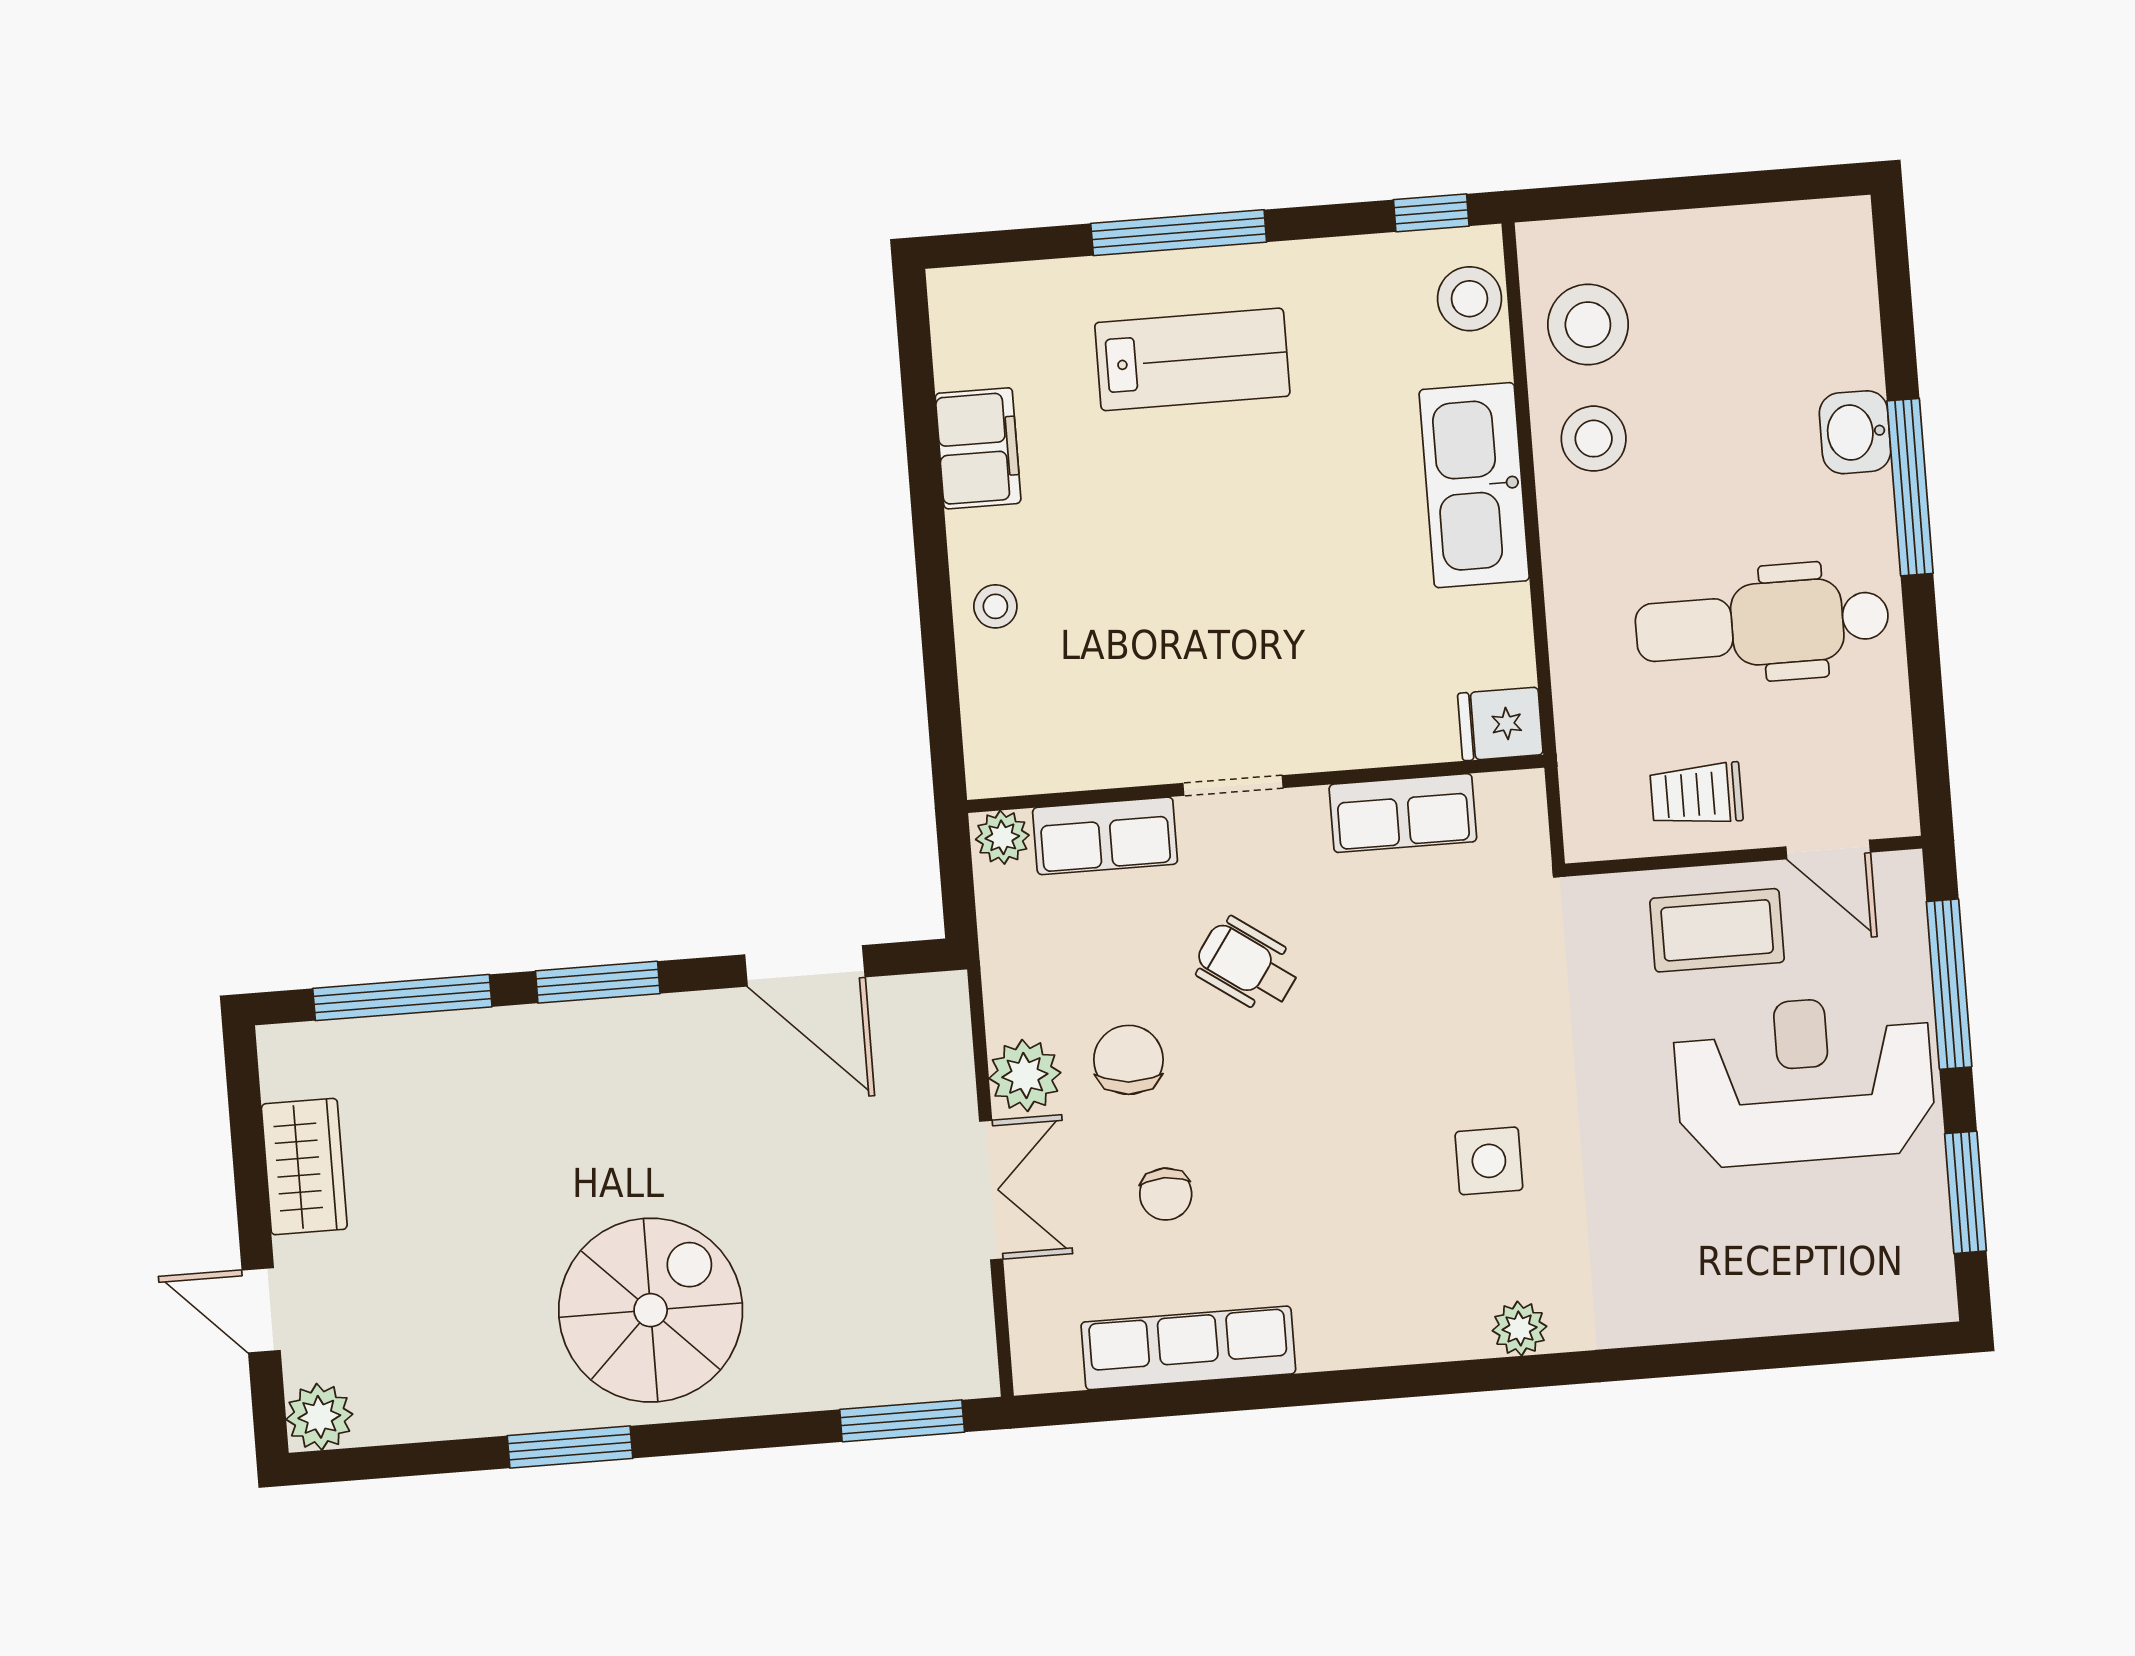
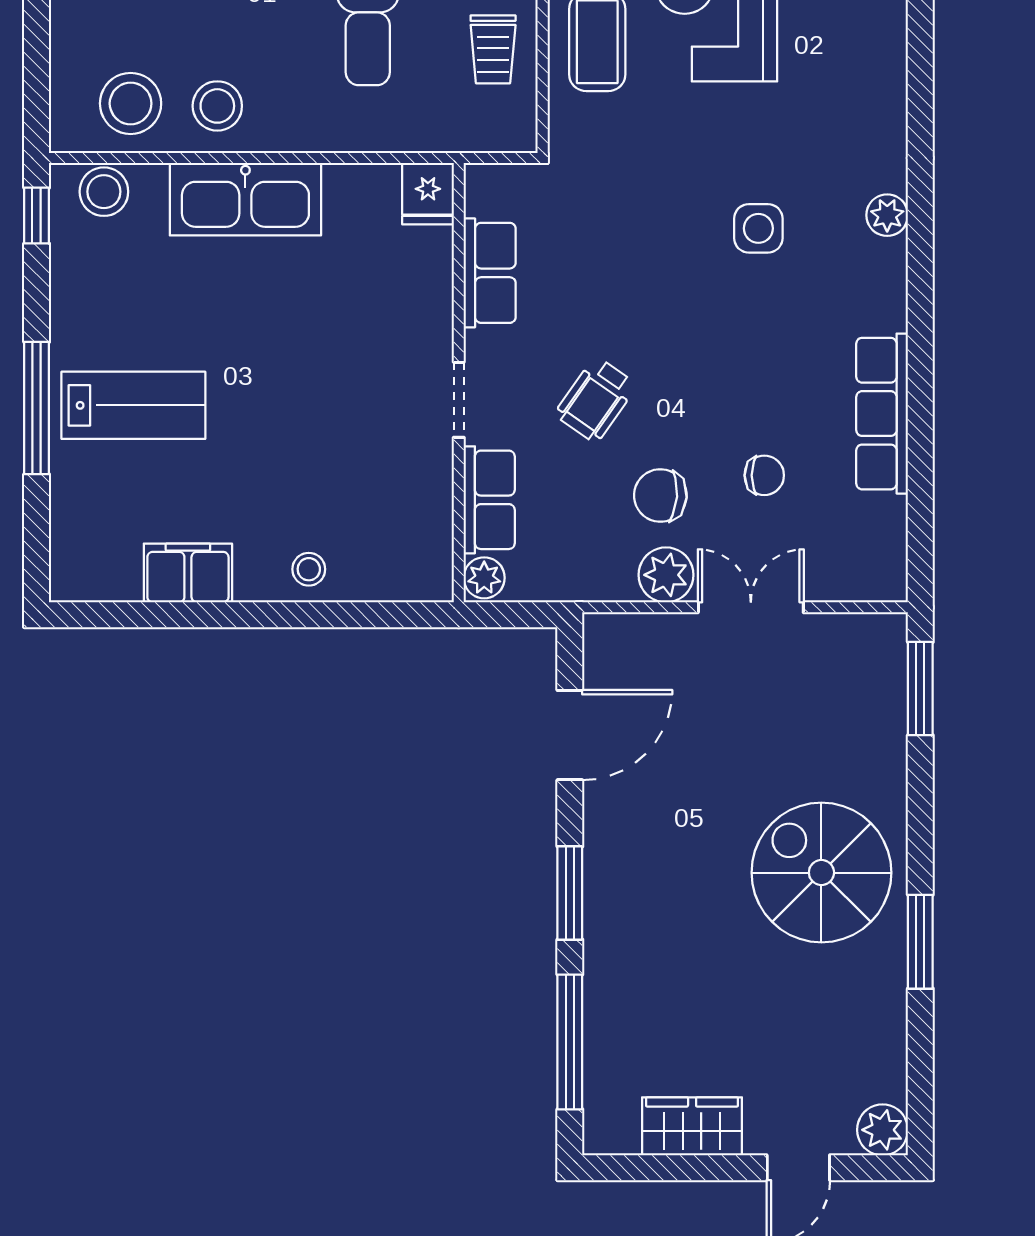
lab bench: (1192, 359) -> (133, 405), turned 90
row of seats: (1188, 1348) -> (882, 414), moved

